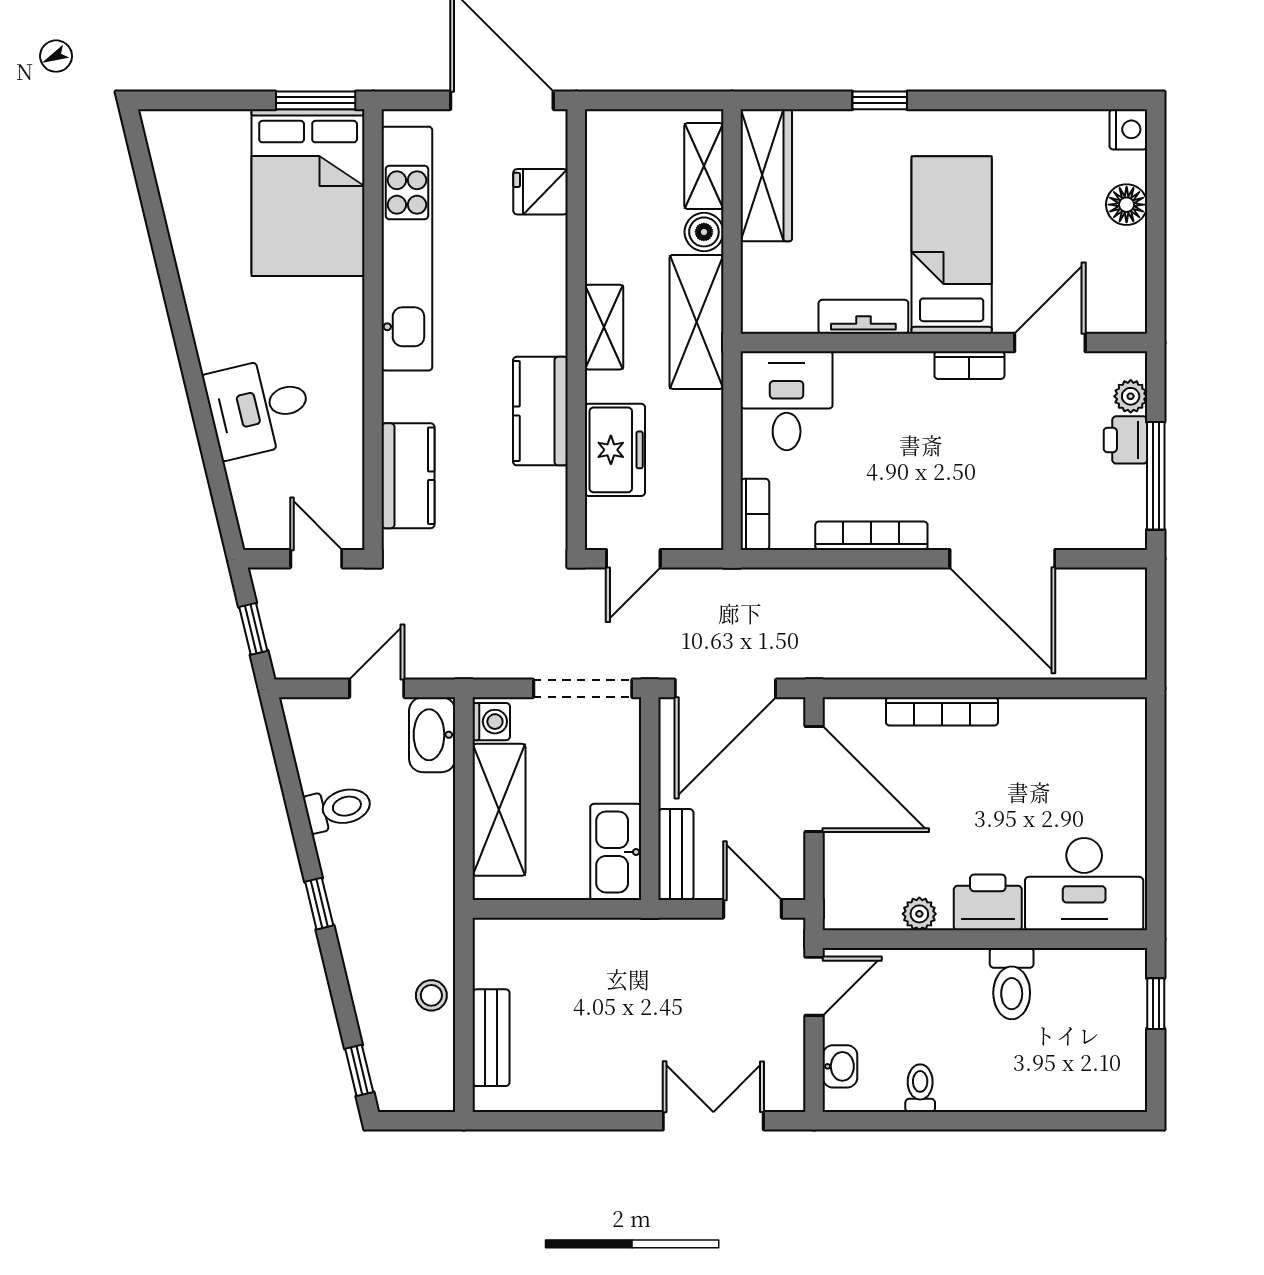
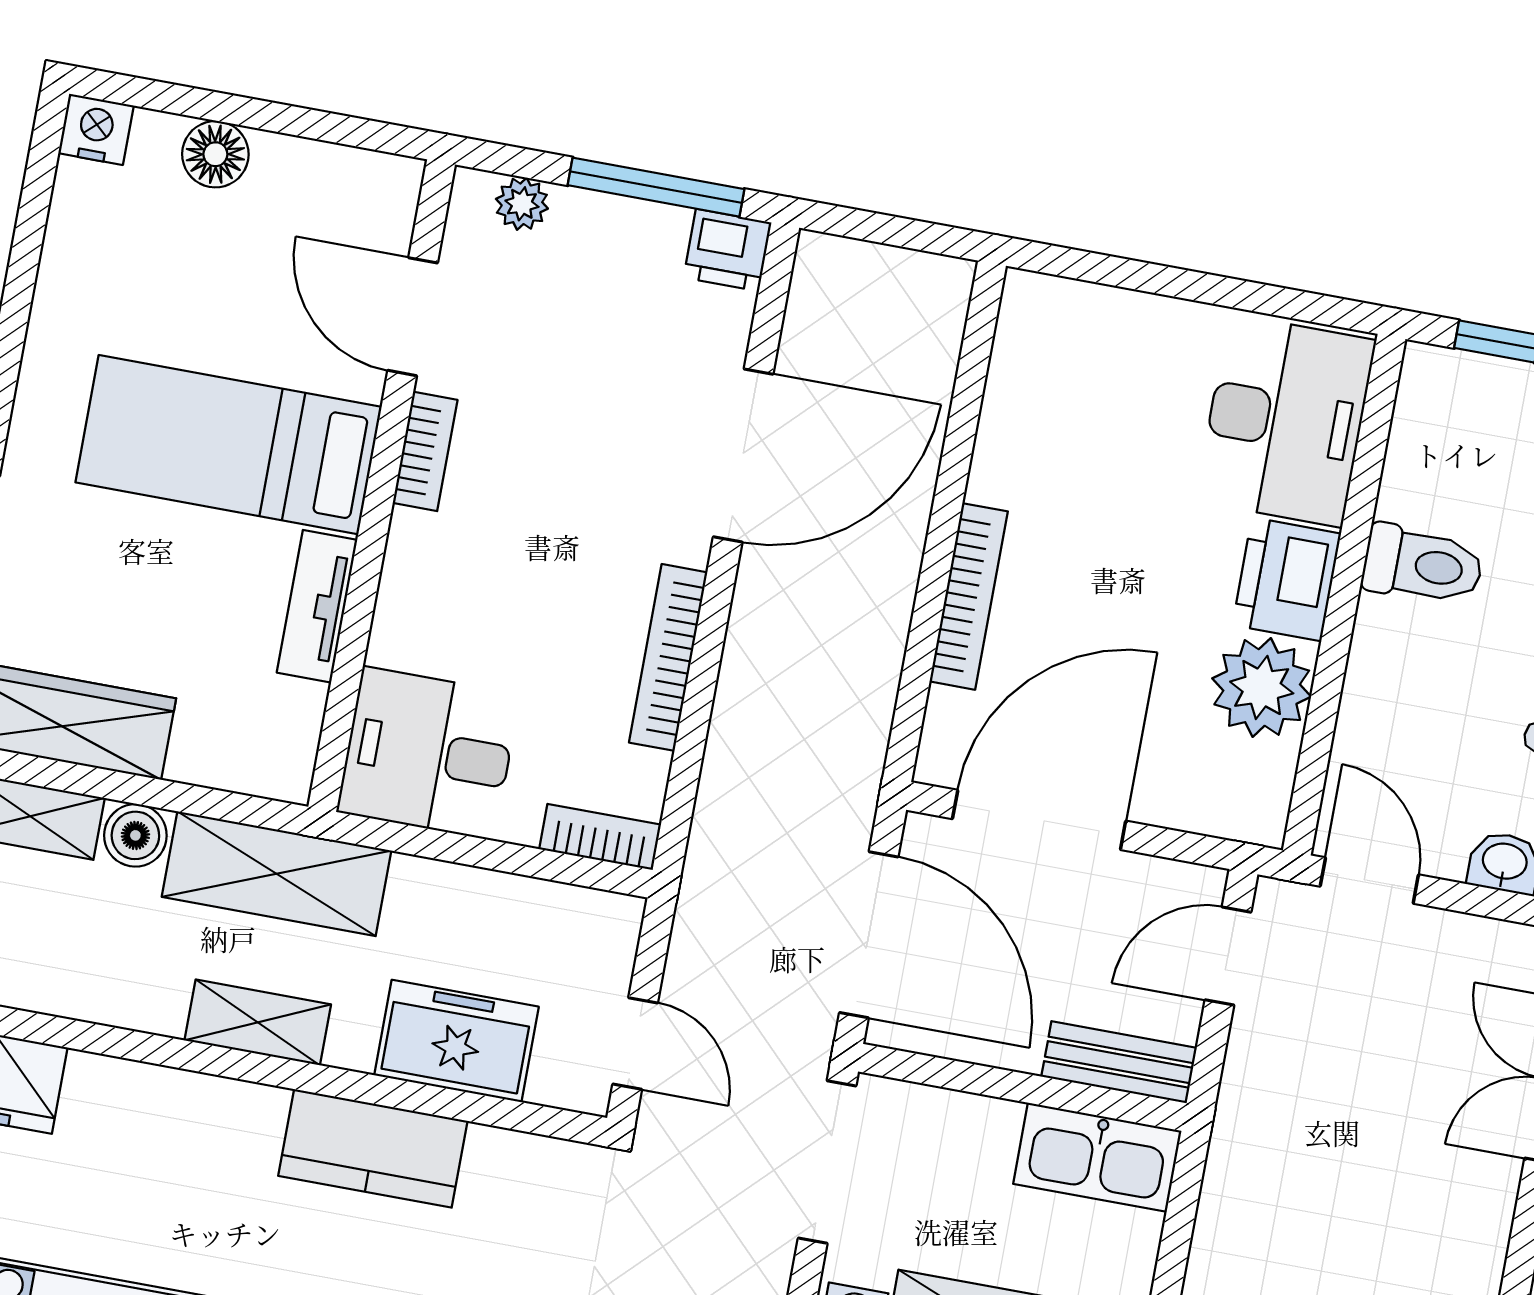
printer: (1125, 440) -> (727, 250), moved
plant: (919, 914) -> (1262, 687), width x1.88, depth x1.88

